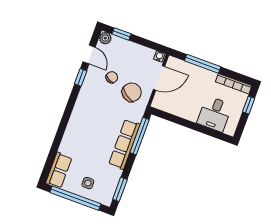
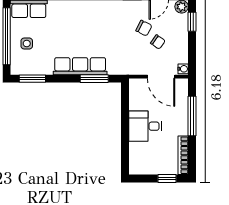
chair: (132, 92) -> (158, 42), moved, width x0.54, depth x0.54
desk: (215, 114) -> (145, 126), moved
window: (140, 136) -> (94, 79), width x0.69

